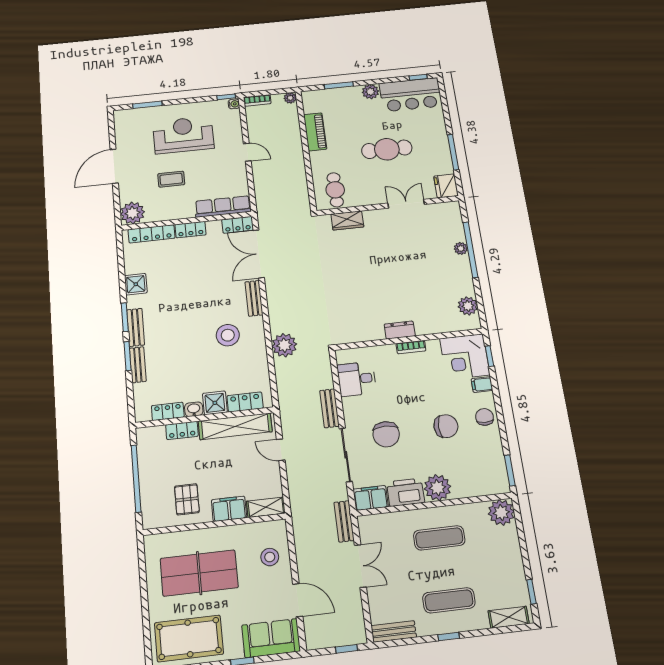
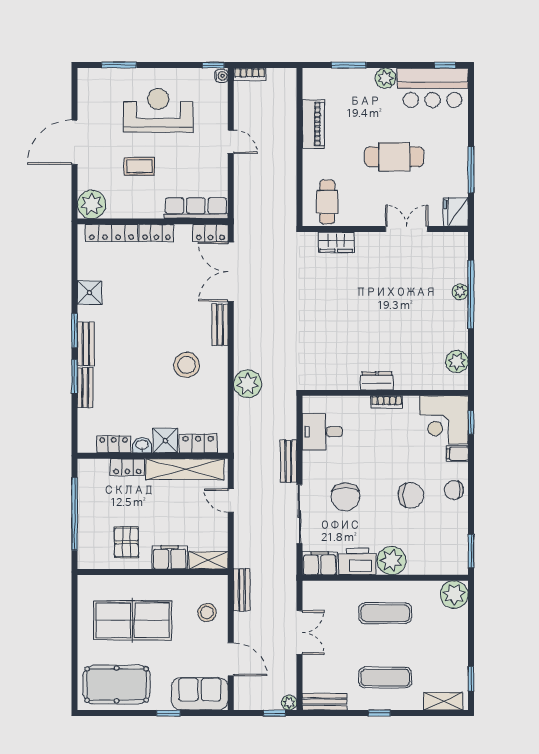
plant: (290, 98) -> (289, 703), moved
chair: (484, 417) -> (454, 490), turned -90
bench: (344, 521) -> (242, 590), moved

